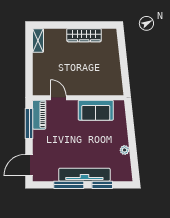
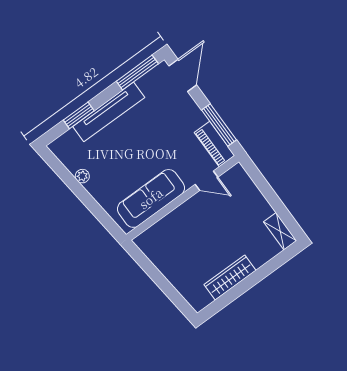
sofa: (96, 110) -> (151, 198), width x1.36
window: (69, 185) -> (137, 73), moved

